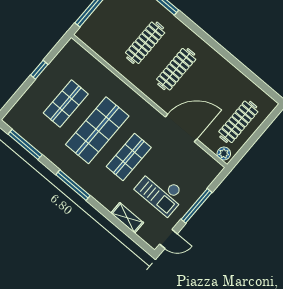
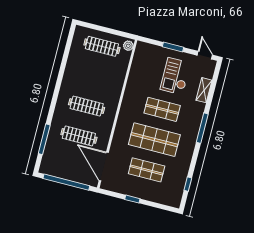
door: (181, 128) -> (104, 166), moved
window: (25, 144) -> (188, 184), width x0.46
window: (73, 185) -> (202, 128), moved
checkout: (161, 192) -> (175, 76), turned 180
window: (197, 206) -> (173, 47), width x0.69

